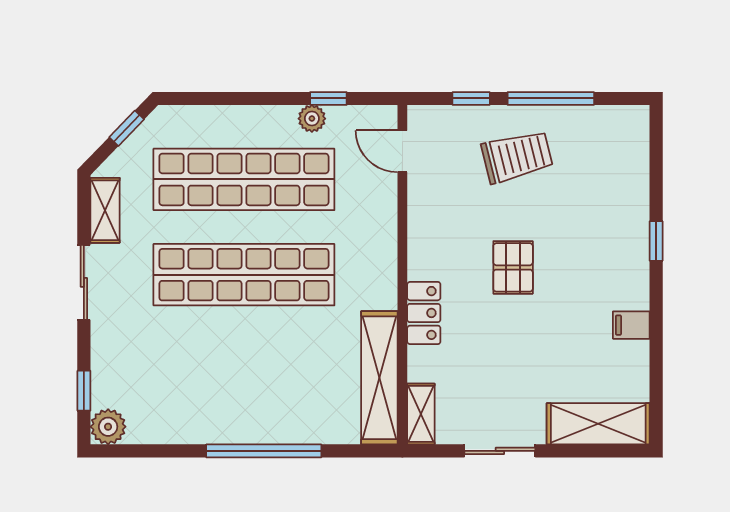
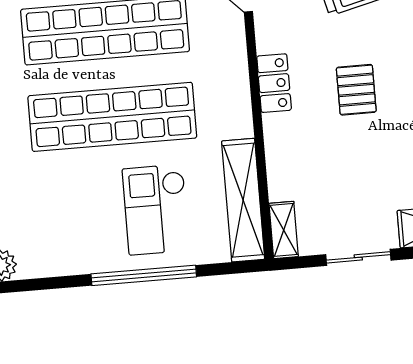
locker: (424, 313) -> (274, 83), moved
checkout: (283, 380) -> (156, 210), added

